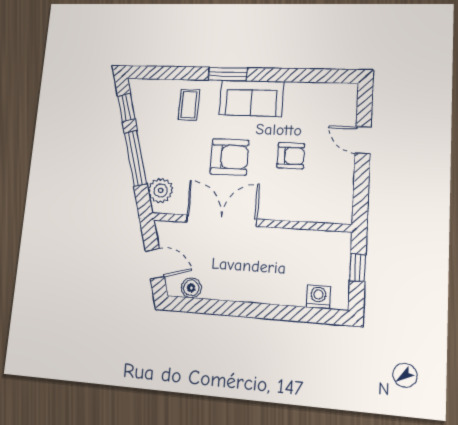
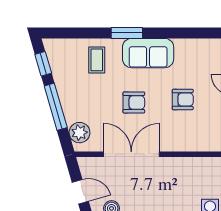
armchair: (229, 157) -> (134, 102), width x0.72, depth x0.72

